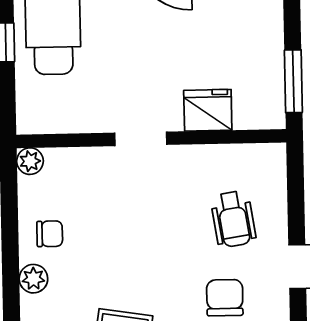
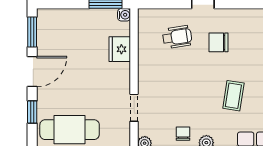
water cooler: (274, 117) -> (124, 15), added
doorway: (141, 139) -> (134, 108), moved

